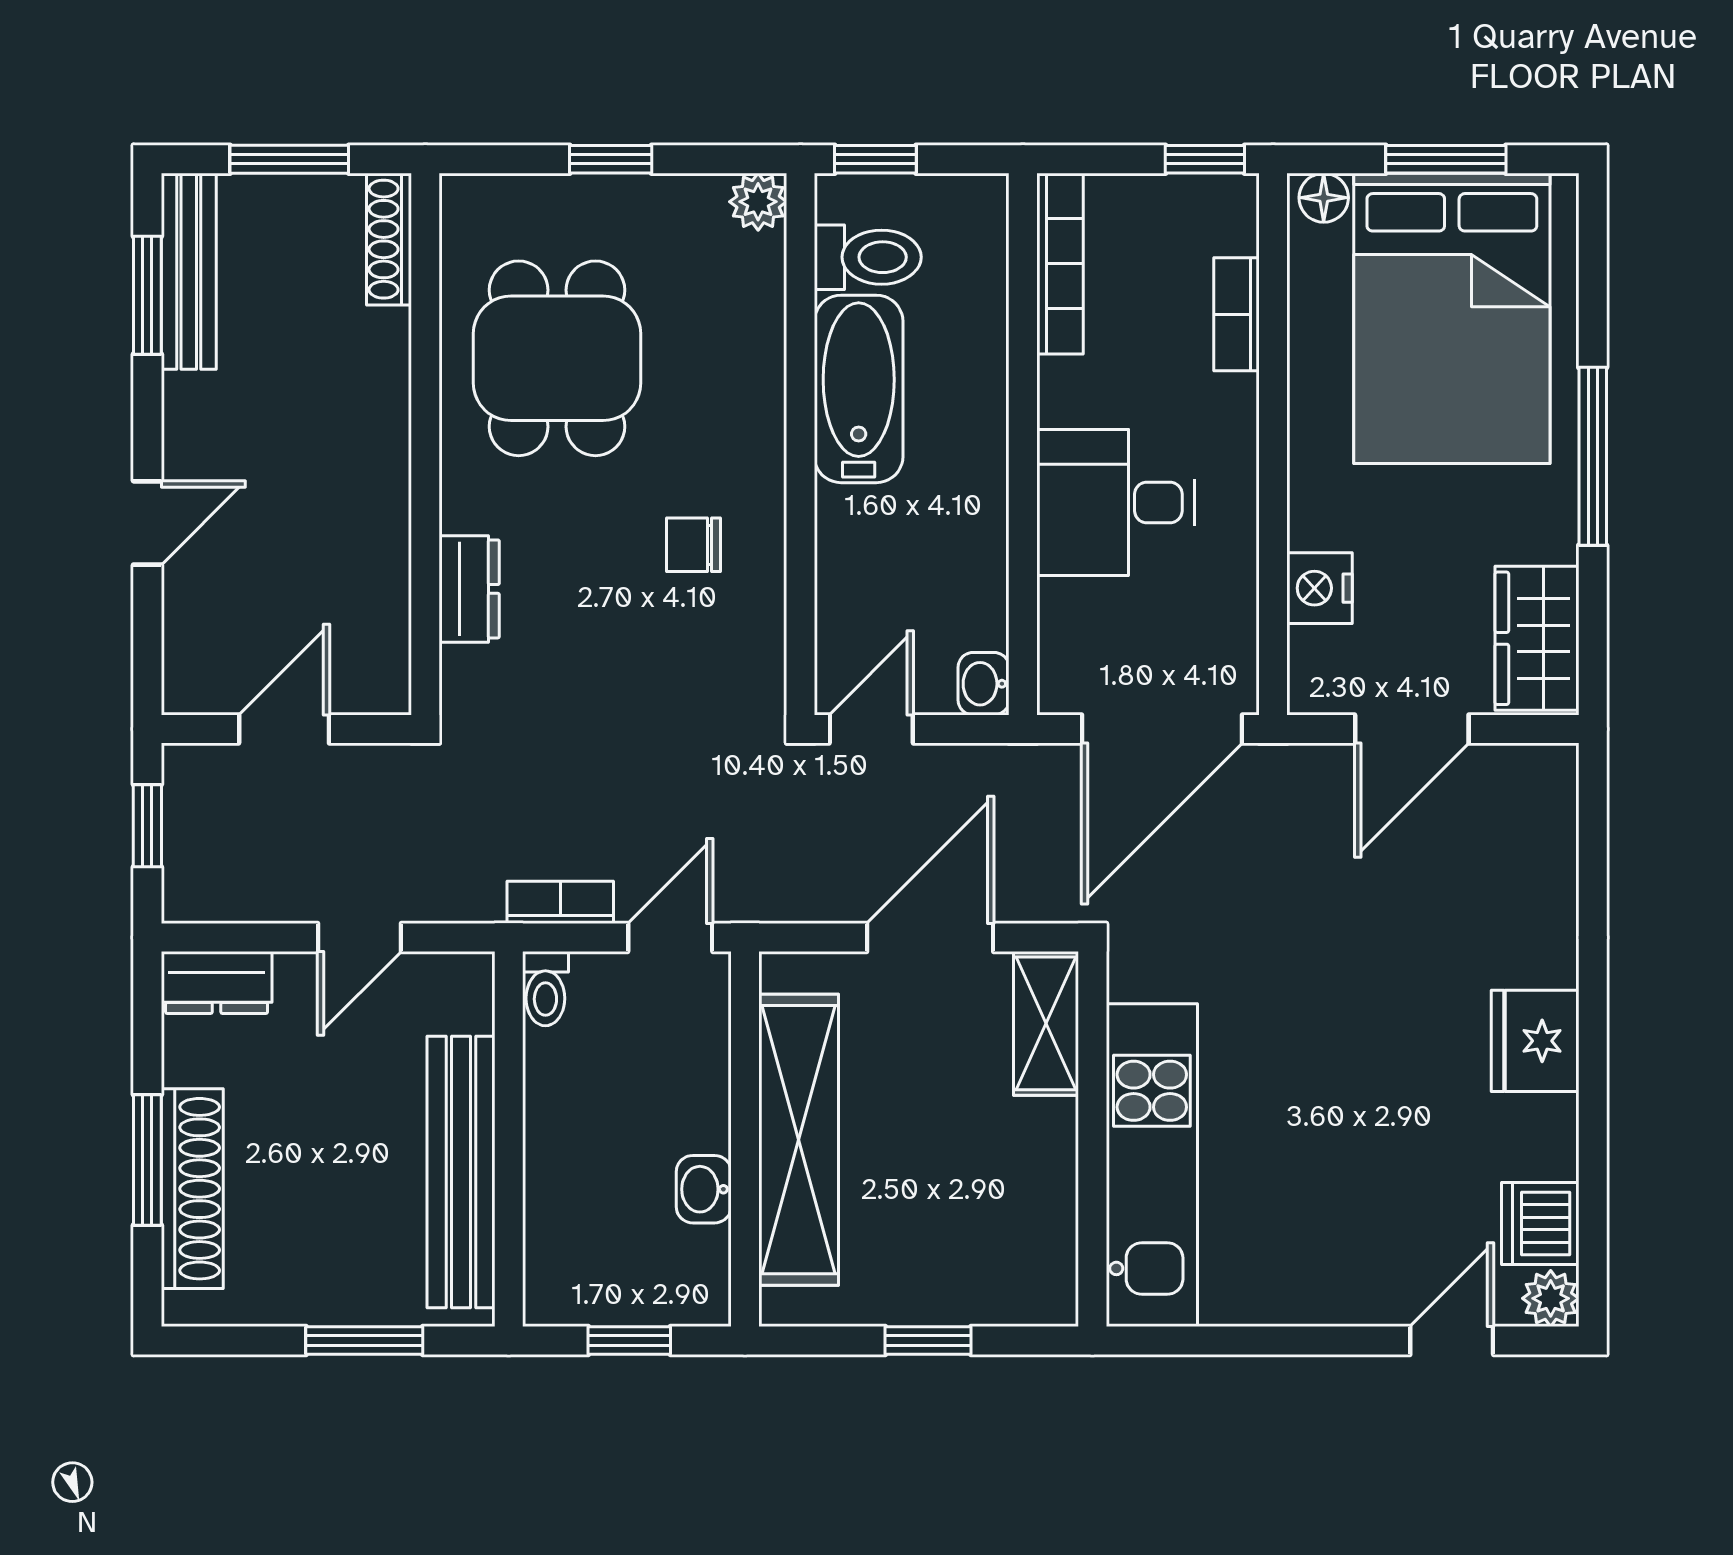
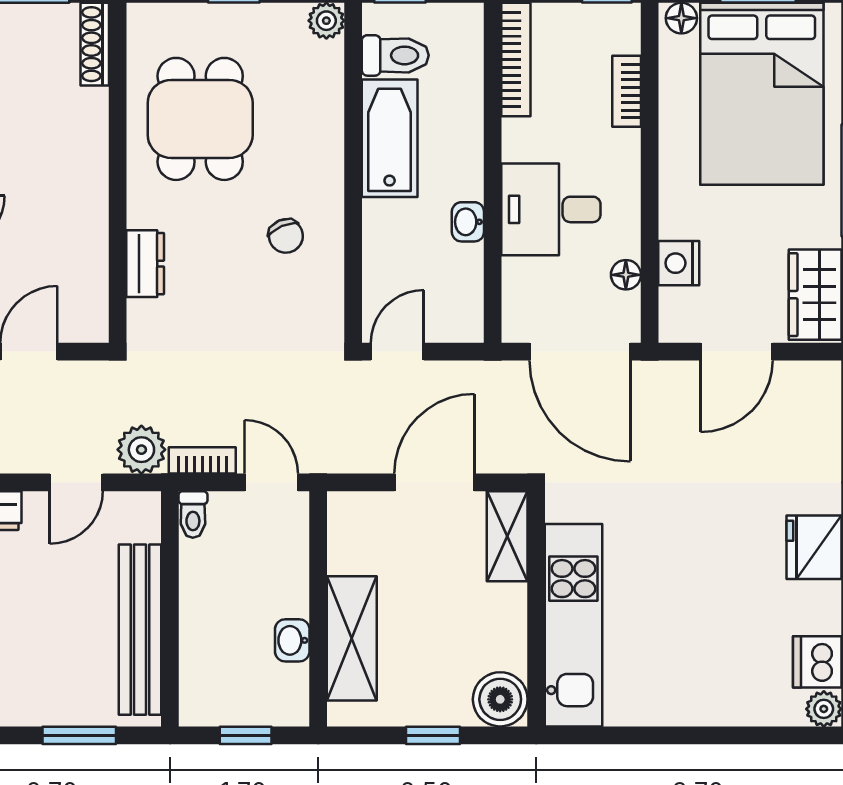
chair: (693, 545) -> (286, 236), turned -113
floor lamp: (1235, 607) -> (626, 275), added
washbasin: (984, 684) -> (468, 222), moved
door: (1162, 729) -> (580, 352), hinge flipped
plant: (463, 885) -> (141, 450), added
door: (670, 937) -> (271, 482), hinge flipped
shelving: (799, 1140) -> (352, 638), width x0.68
boiler: (1035, 1283) -> (500, 699), added
door: (1452, 1340) -> (762, 735), removed

